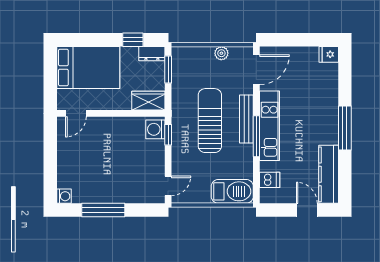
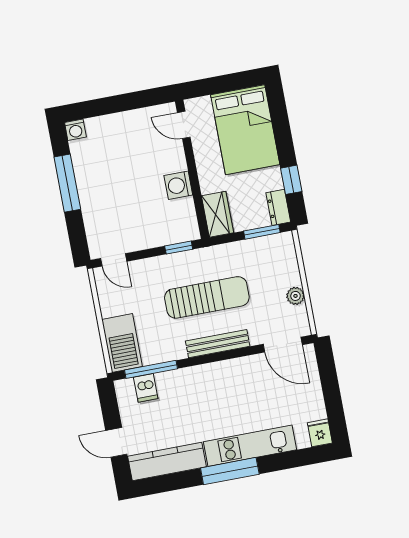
kitchen unit: (270, 126) -> (250, 446), moved, turned 180
washing machine: (155, 129) -> (178, 185), moved, turned -90
window: (256, 136) -> (151, 369), moved
door: (307, 210) -> (116, 442), swing flipped

